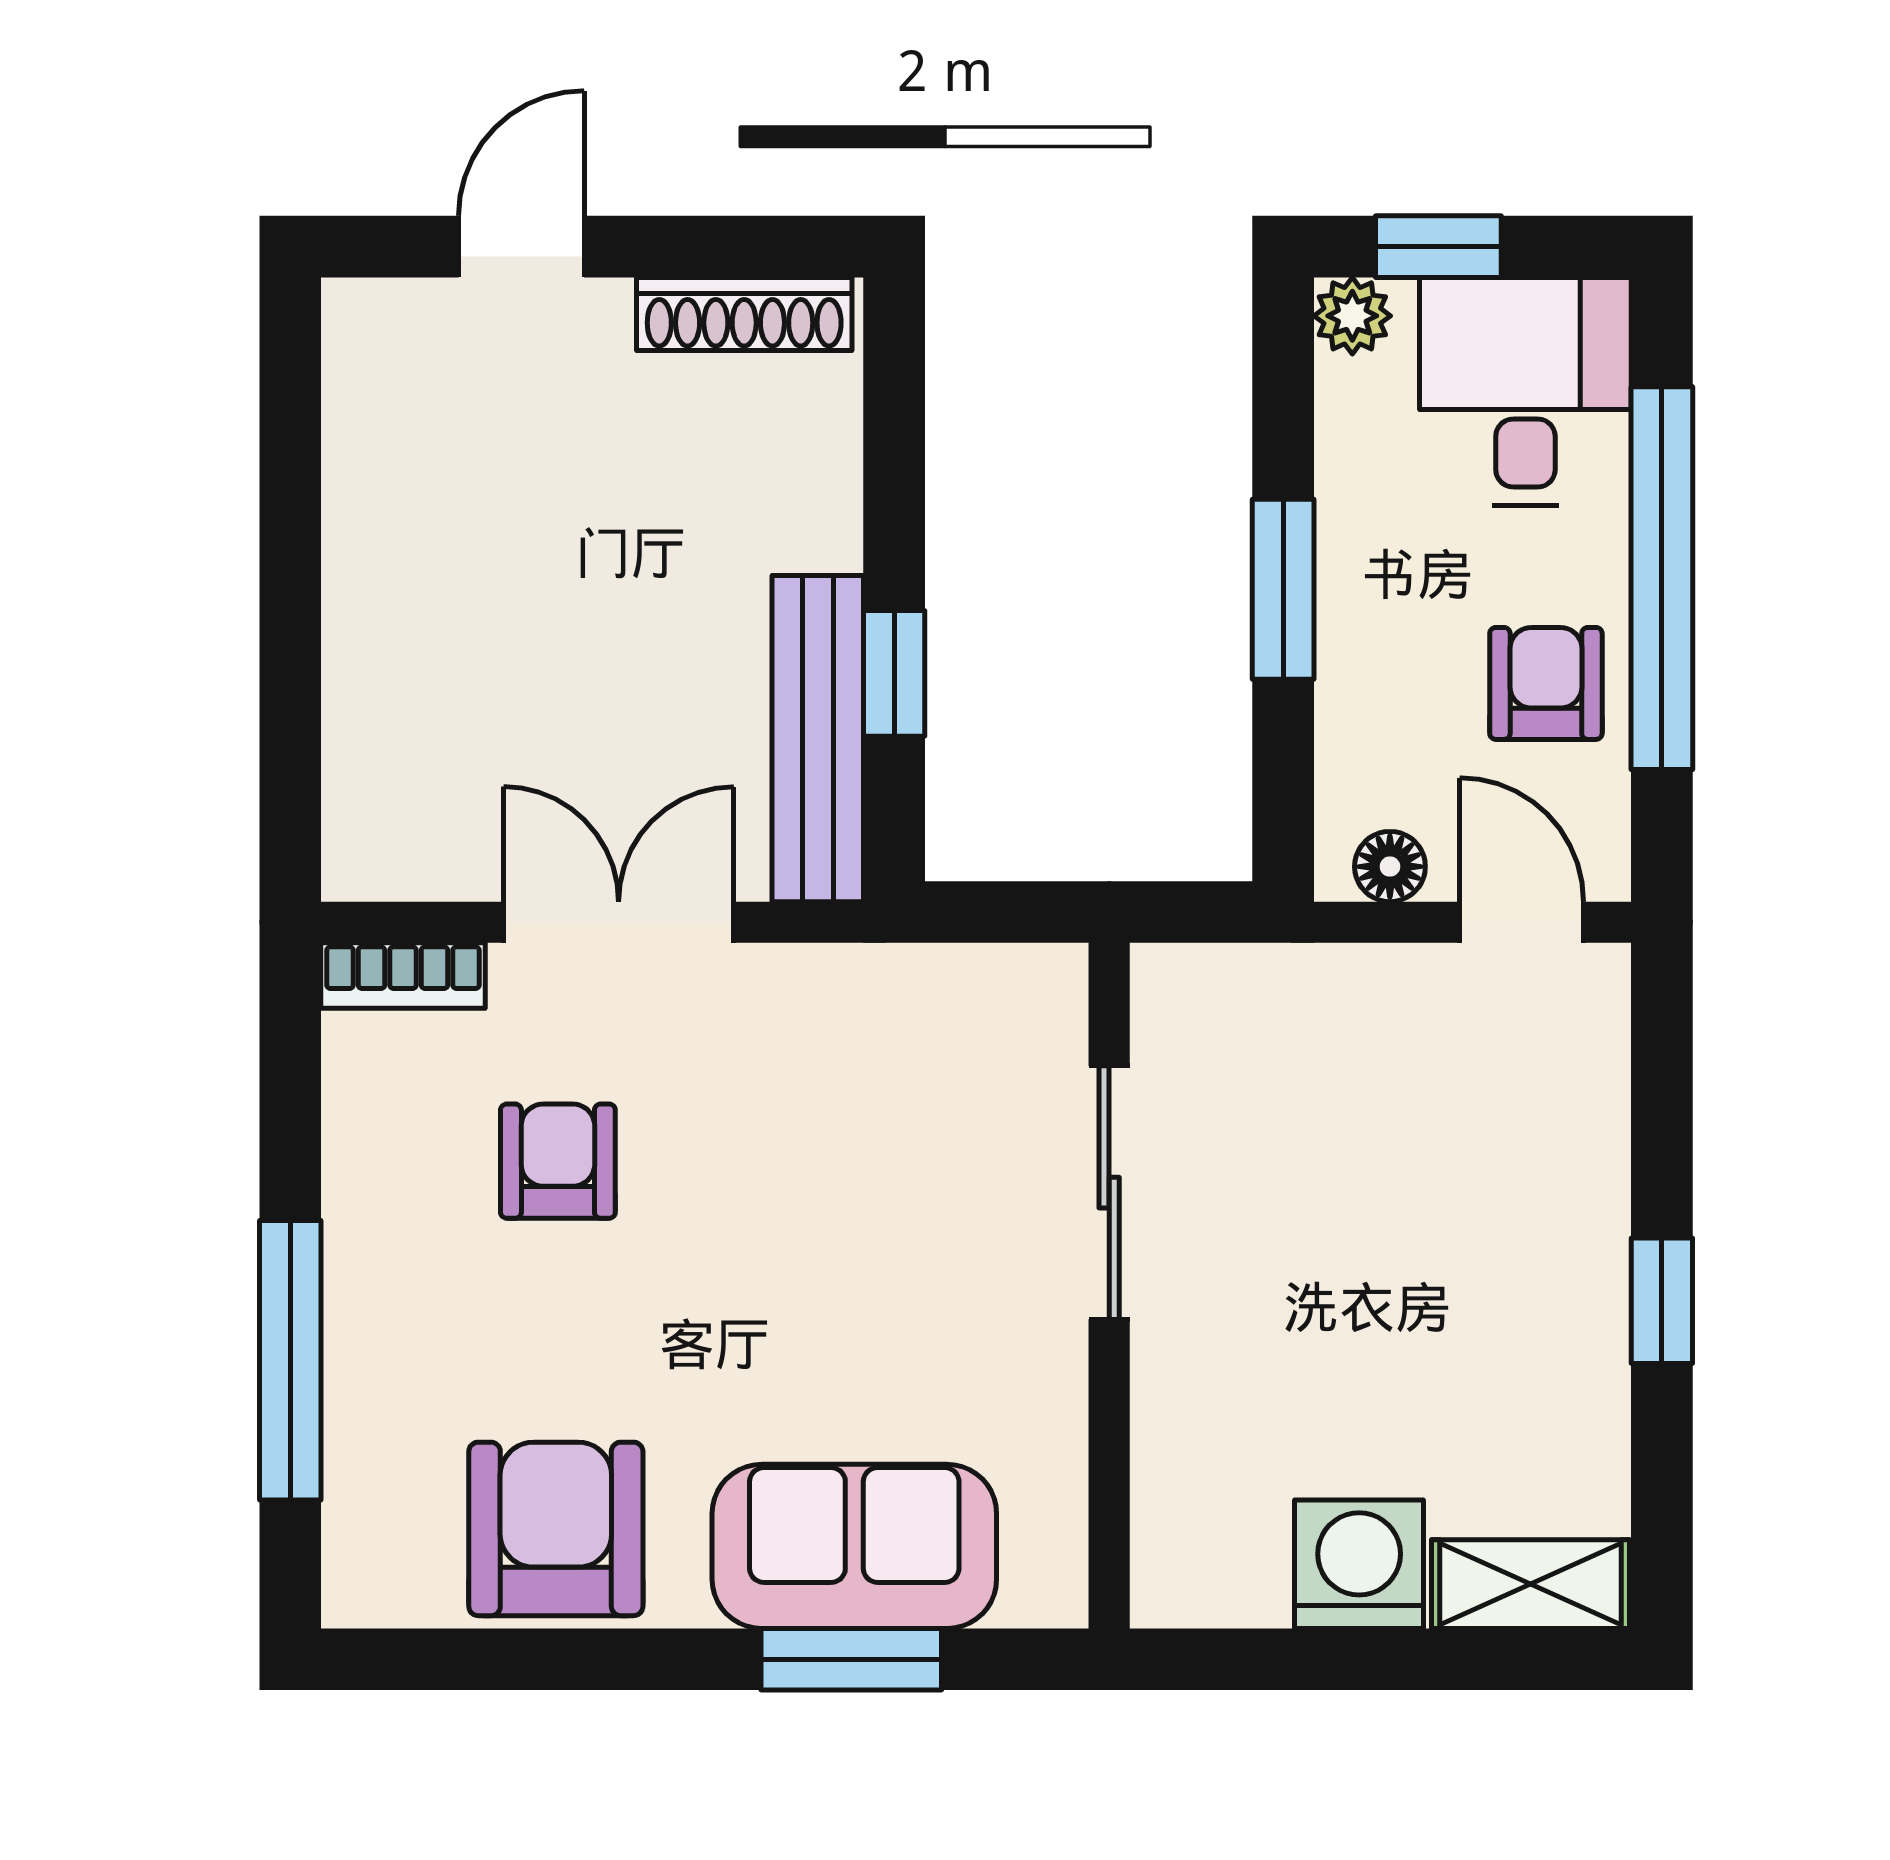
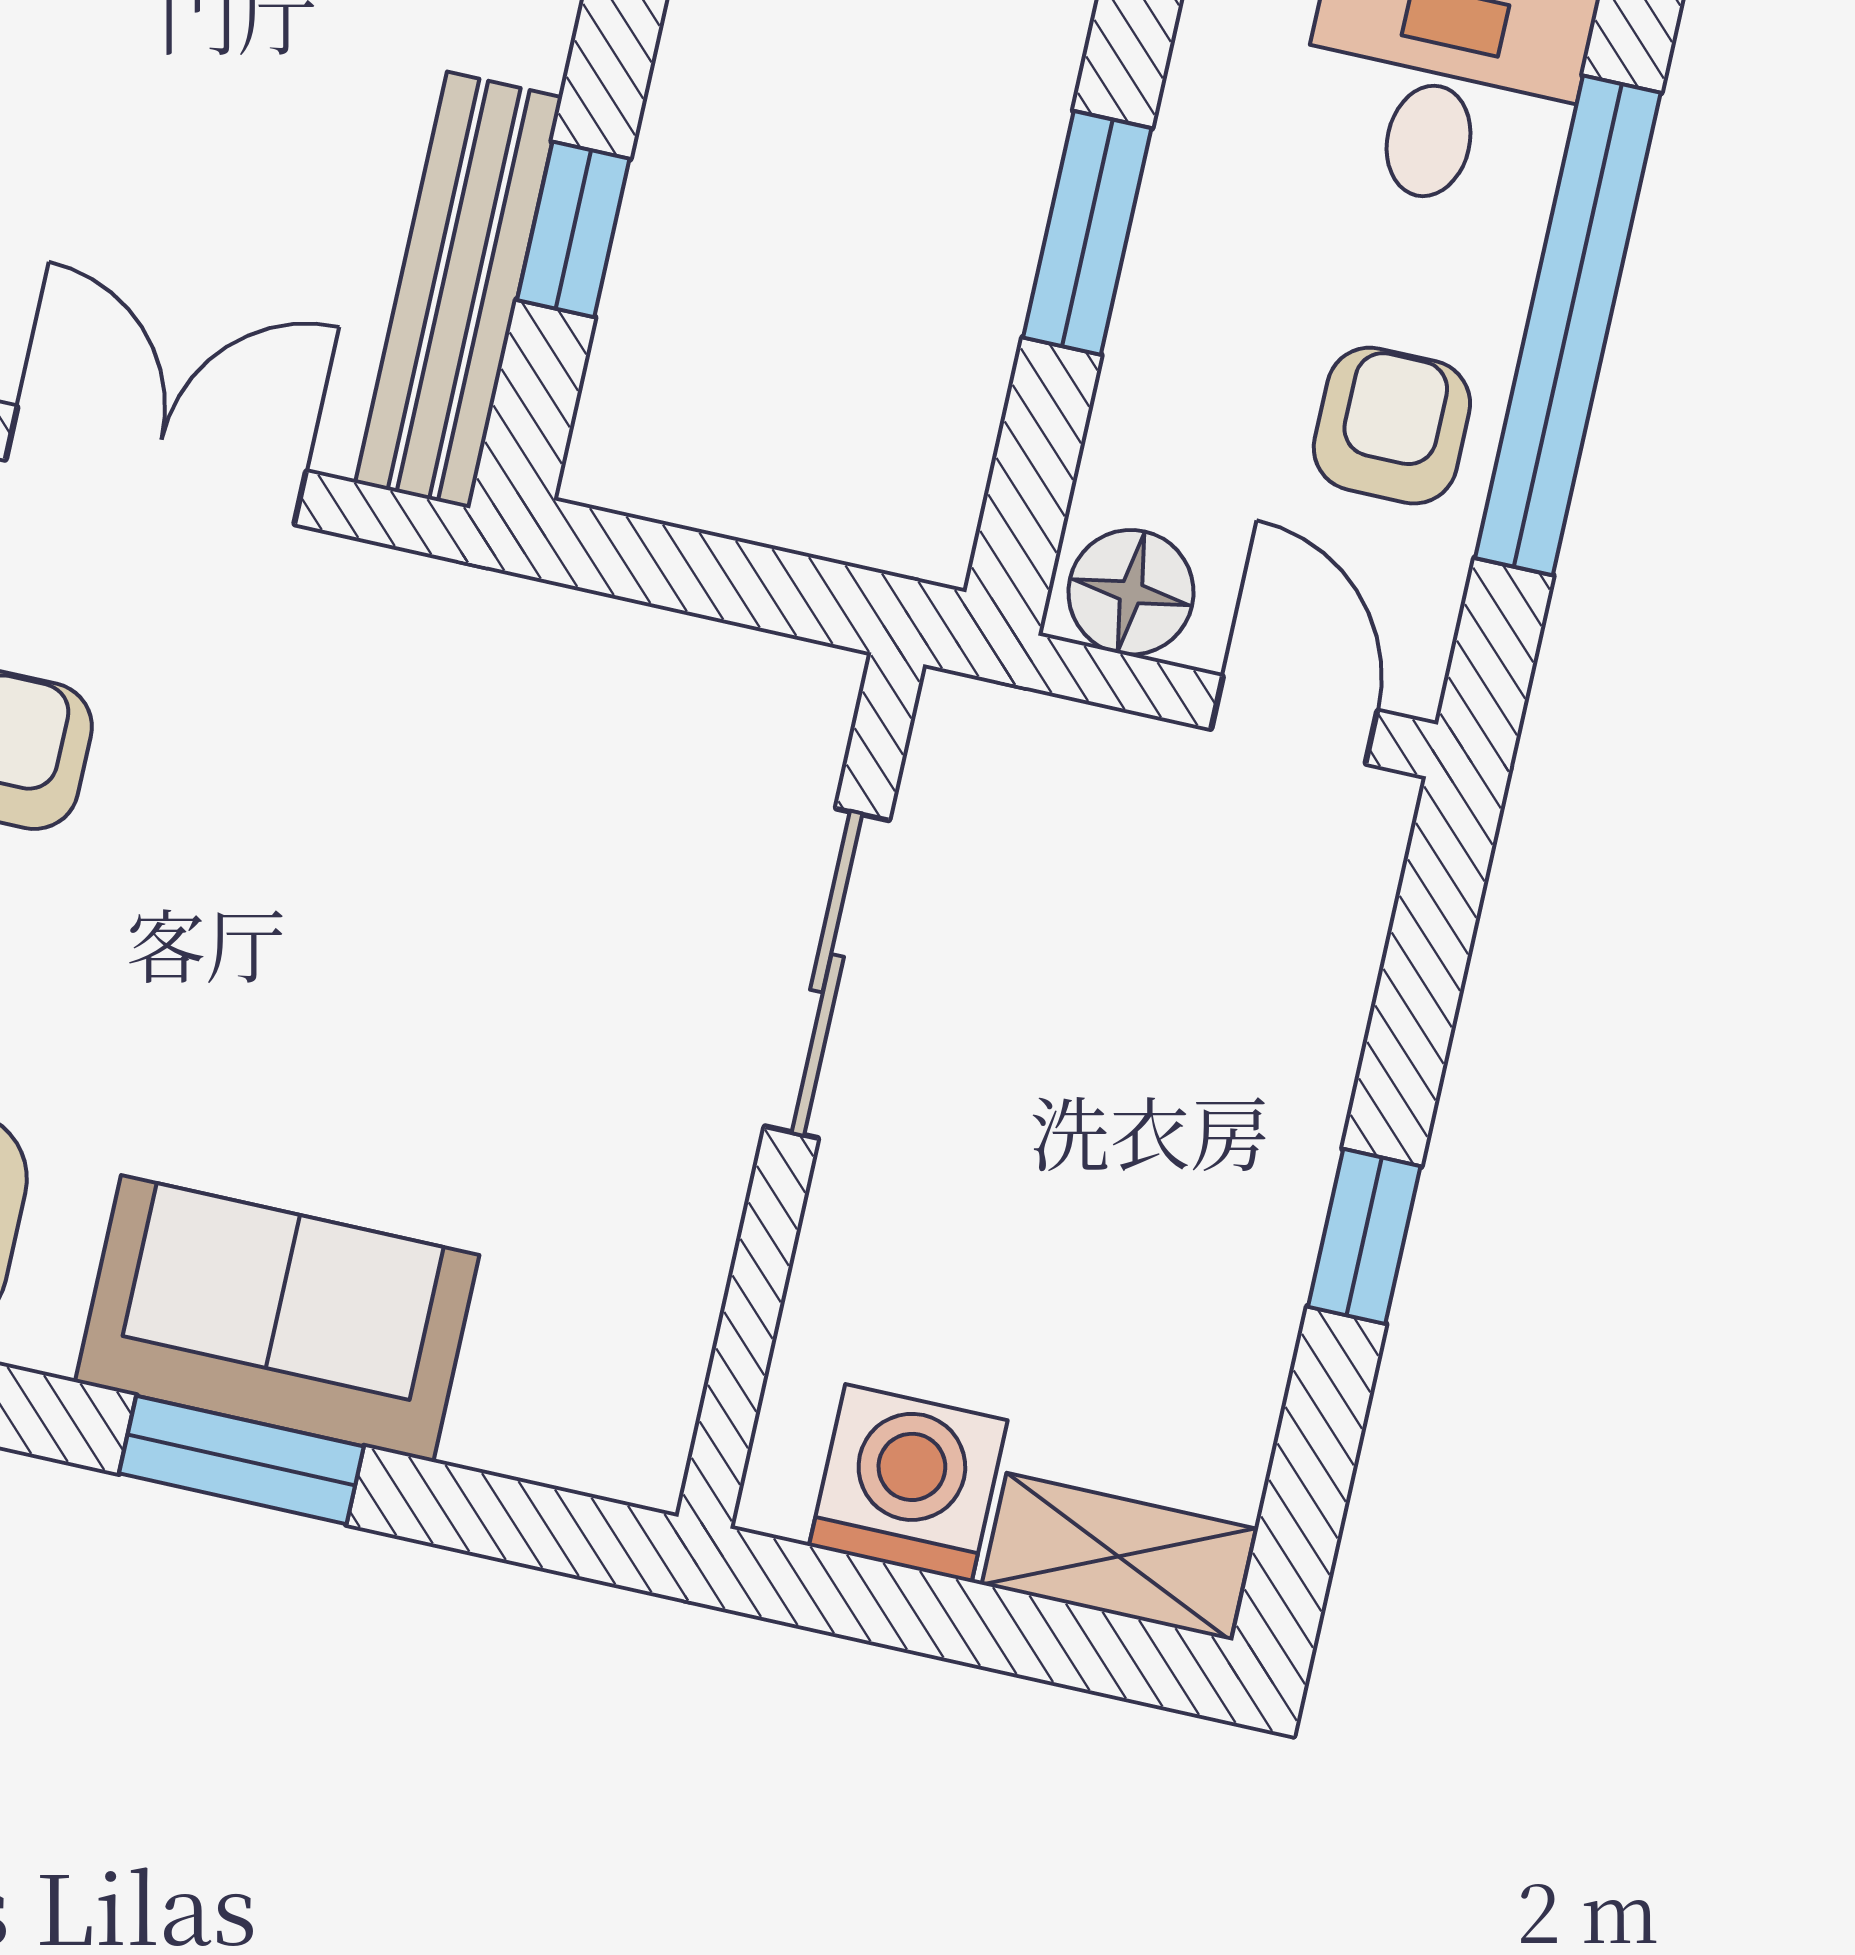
floor lamp: (1390, 867) -> (1131, 592), width x1.37, depth x1.37
sliding door: (1109, 1193) -> (827, 973), moved
wall: (1109, 1286) -> (801, 1090), moved

